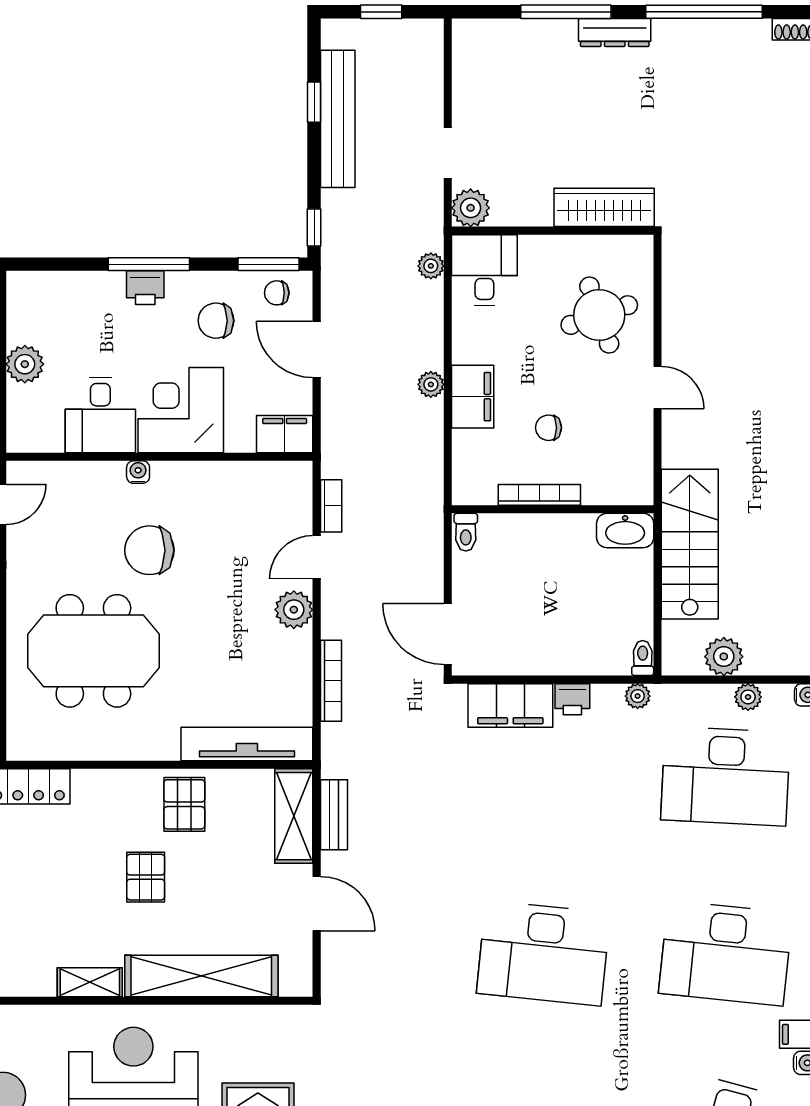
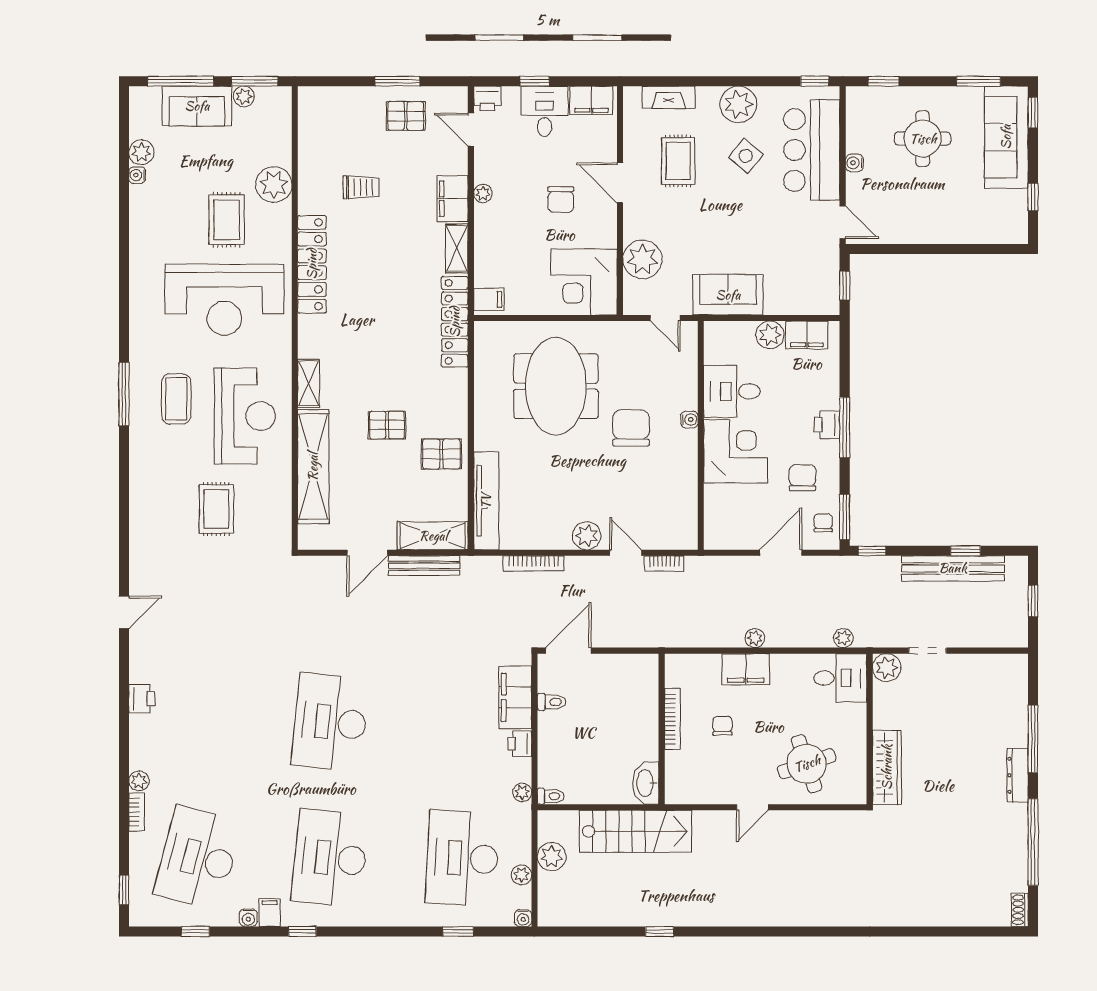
filing cabinet: (285, 434) -> (807, 335), moved, turned 90
toilet: (466, 532) -> (552, 702), moved, turned 180
bench: (334, 815) -> (424, 566), width x1.36

